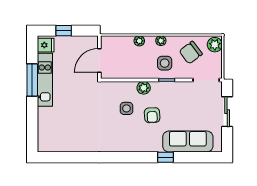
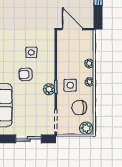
chair: (191, 53) -> (79, 108), turned -53
plant: (144, 88) -> (49, 89), moved

